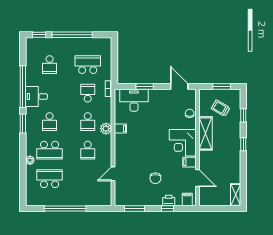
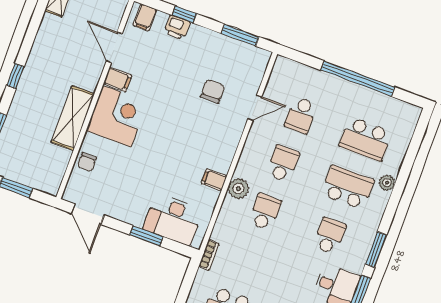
school desk: (88, 93) -> (301, 115), moved
trolley: (221, 108) -> (31, 151), removed
chair: (155, 178) -> (212, 91), moved

